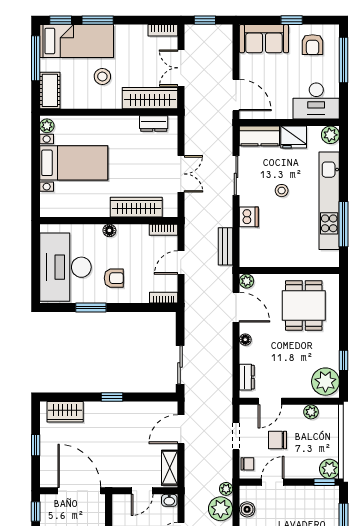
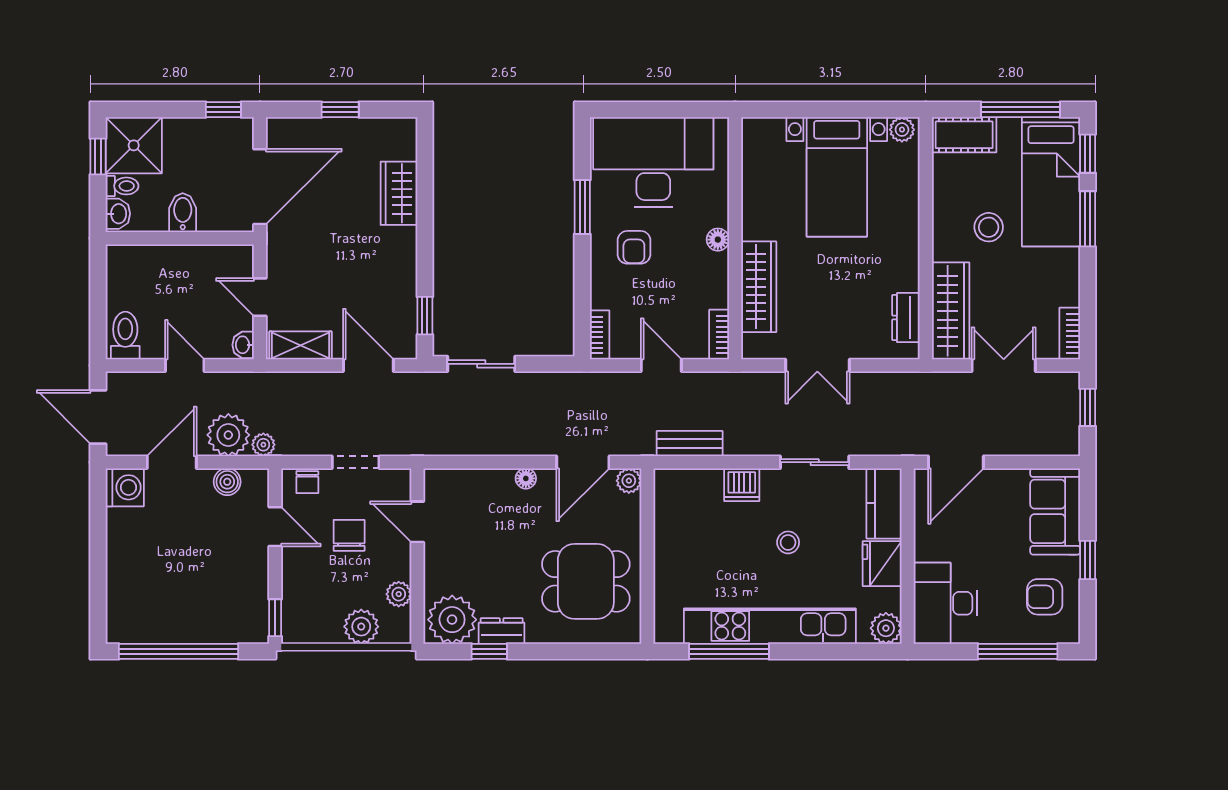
dresser: (247, 377) -> (502, 631), moved, turned 180
window: (112, 397) -> (425, 316), moved
wardrobe: (65, 412) -> (399, 193), moved
plant: (329, 469) -> (361, 627), moved

